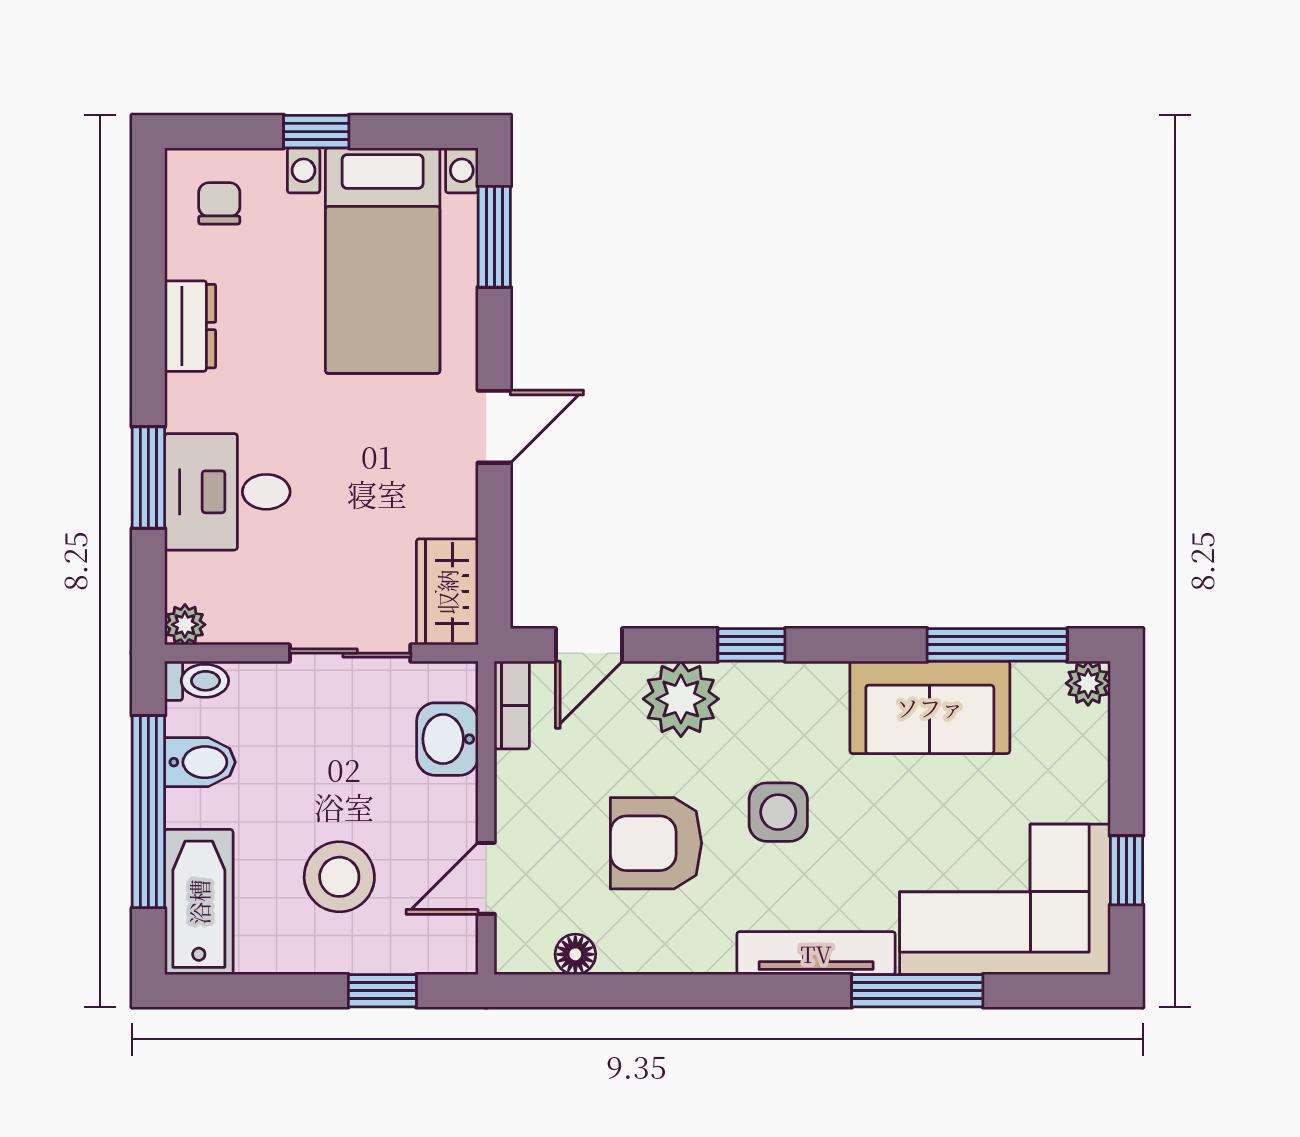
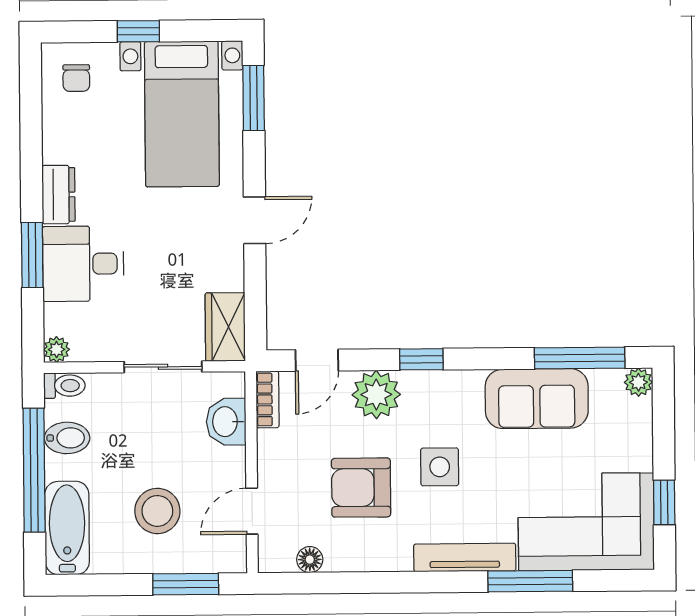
chair: (219, 203) -> (76, 78), turned 180
dresser: (190, 326) -> (59, 195), moved
window: (382, 991) -> (186, 584), width x1.50

